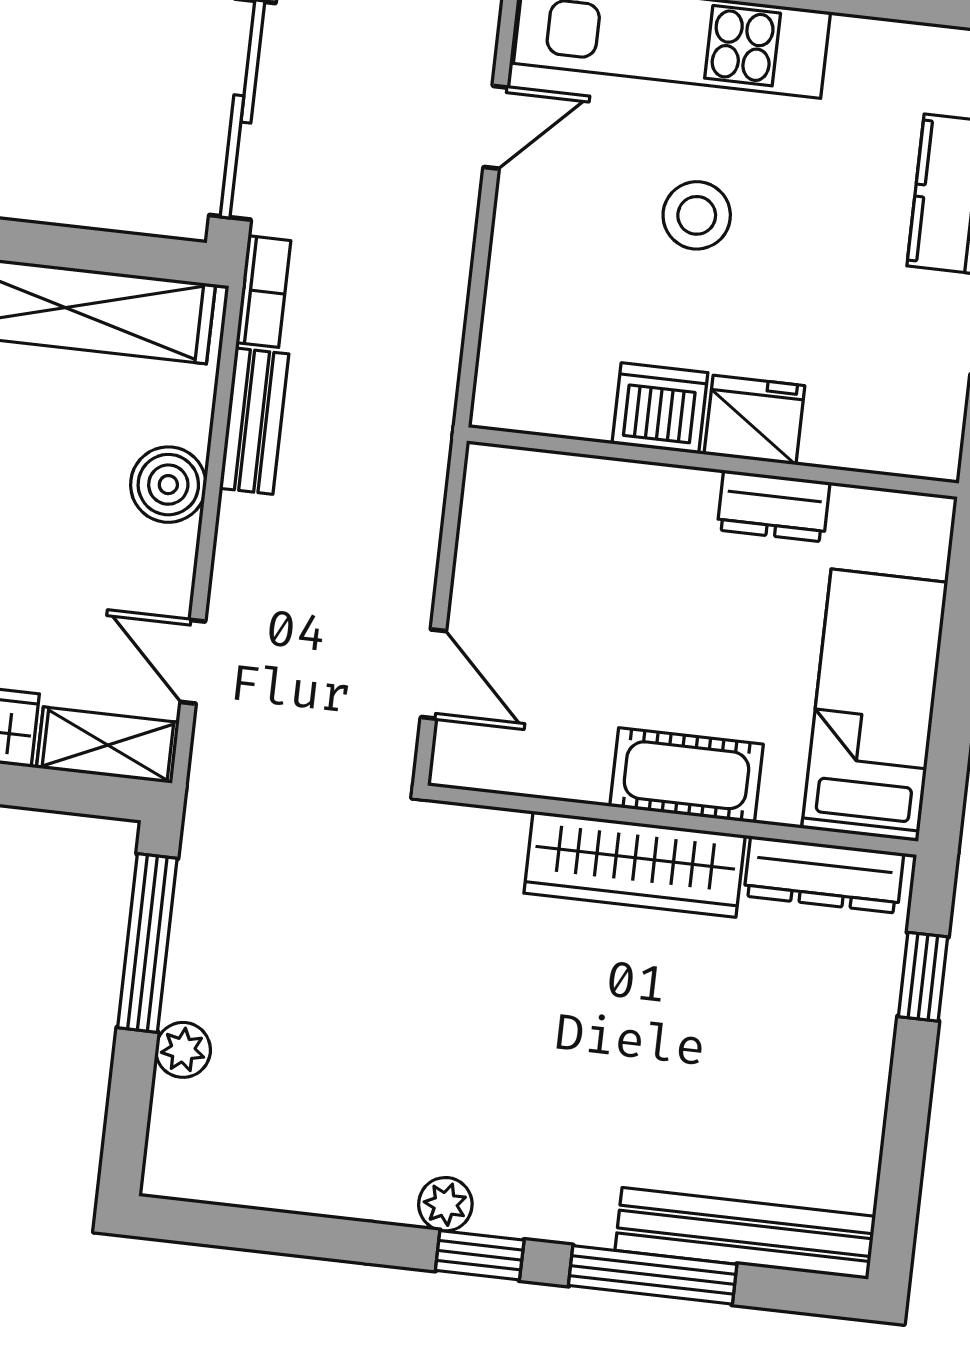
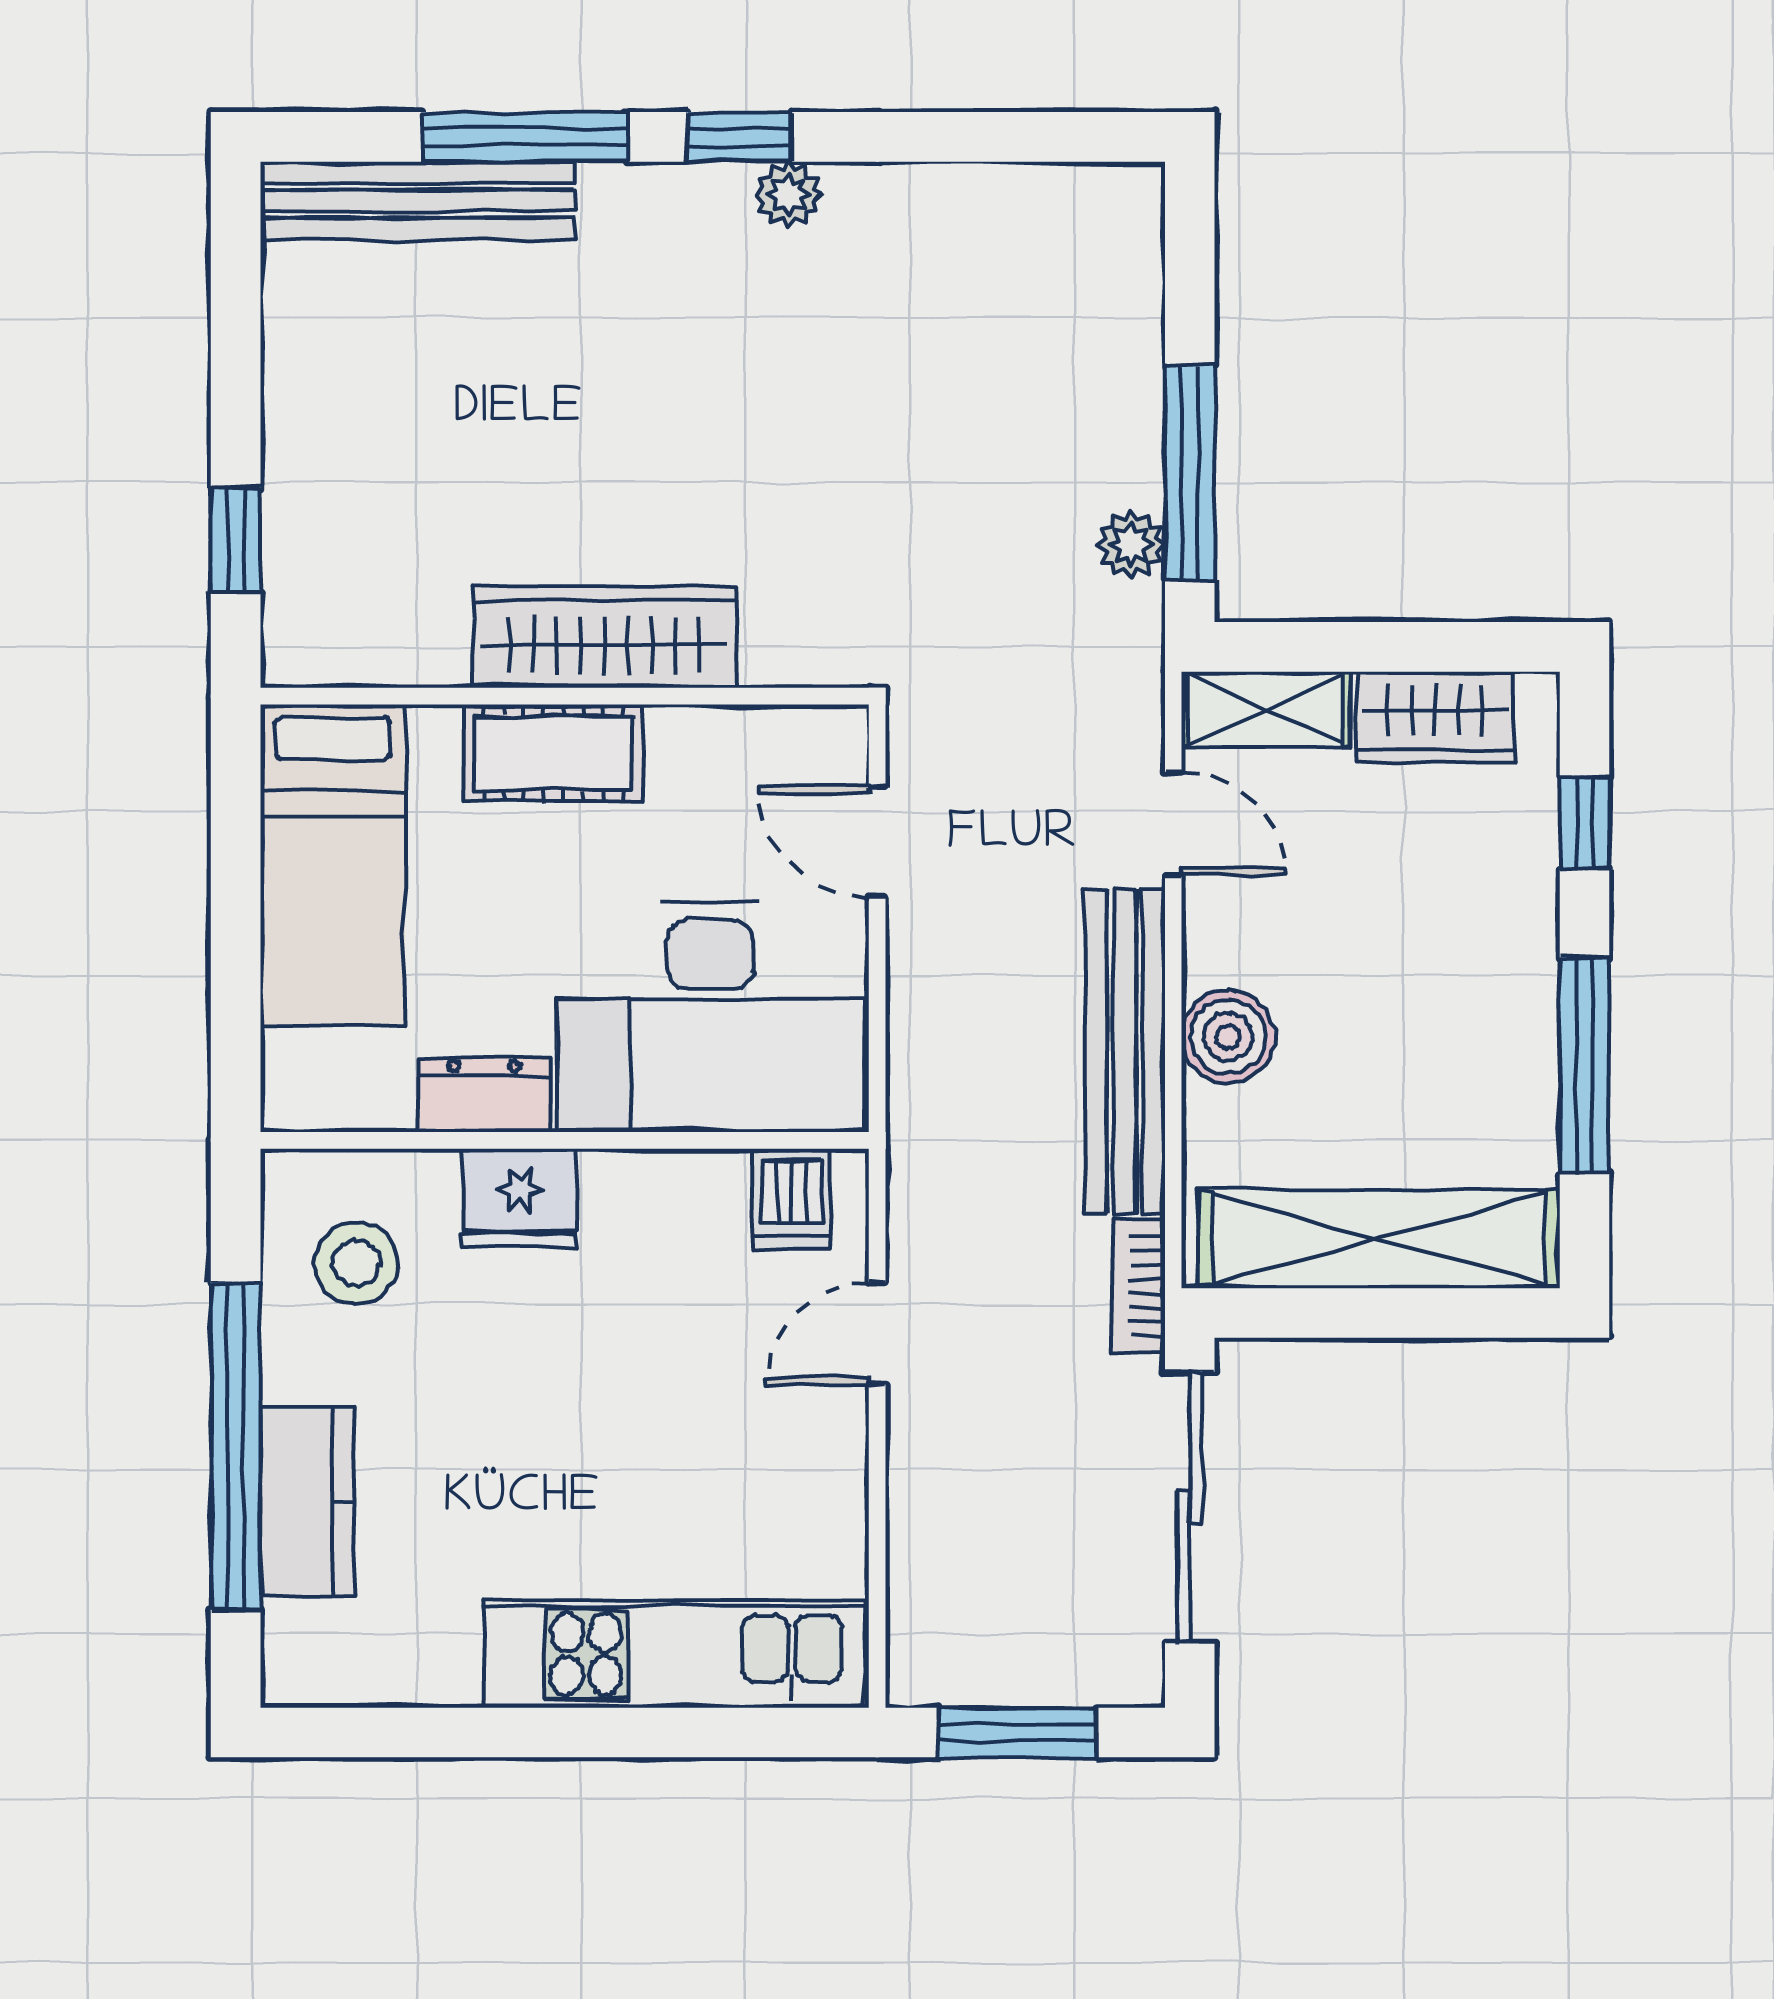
door: (496, 127) -> (877, 1333), moved
stool: (697, 215) -> (356, 1263), moved
dishwasher: (660, 408) -> (791, 1199), moved, width x0.73
bench: (254, 421) -> (1125, 1051), width x1.86, depth x1.21
desk: (584, 548) -> (711, 1017), added
dresser: (824, 875) -> (371, 651), removed
plant: (183, 1050) -> (1131, 545), moved

